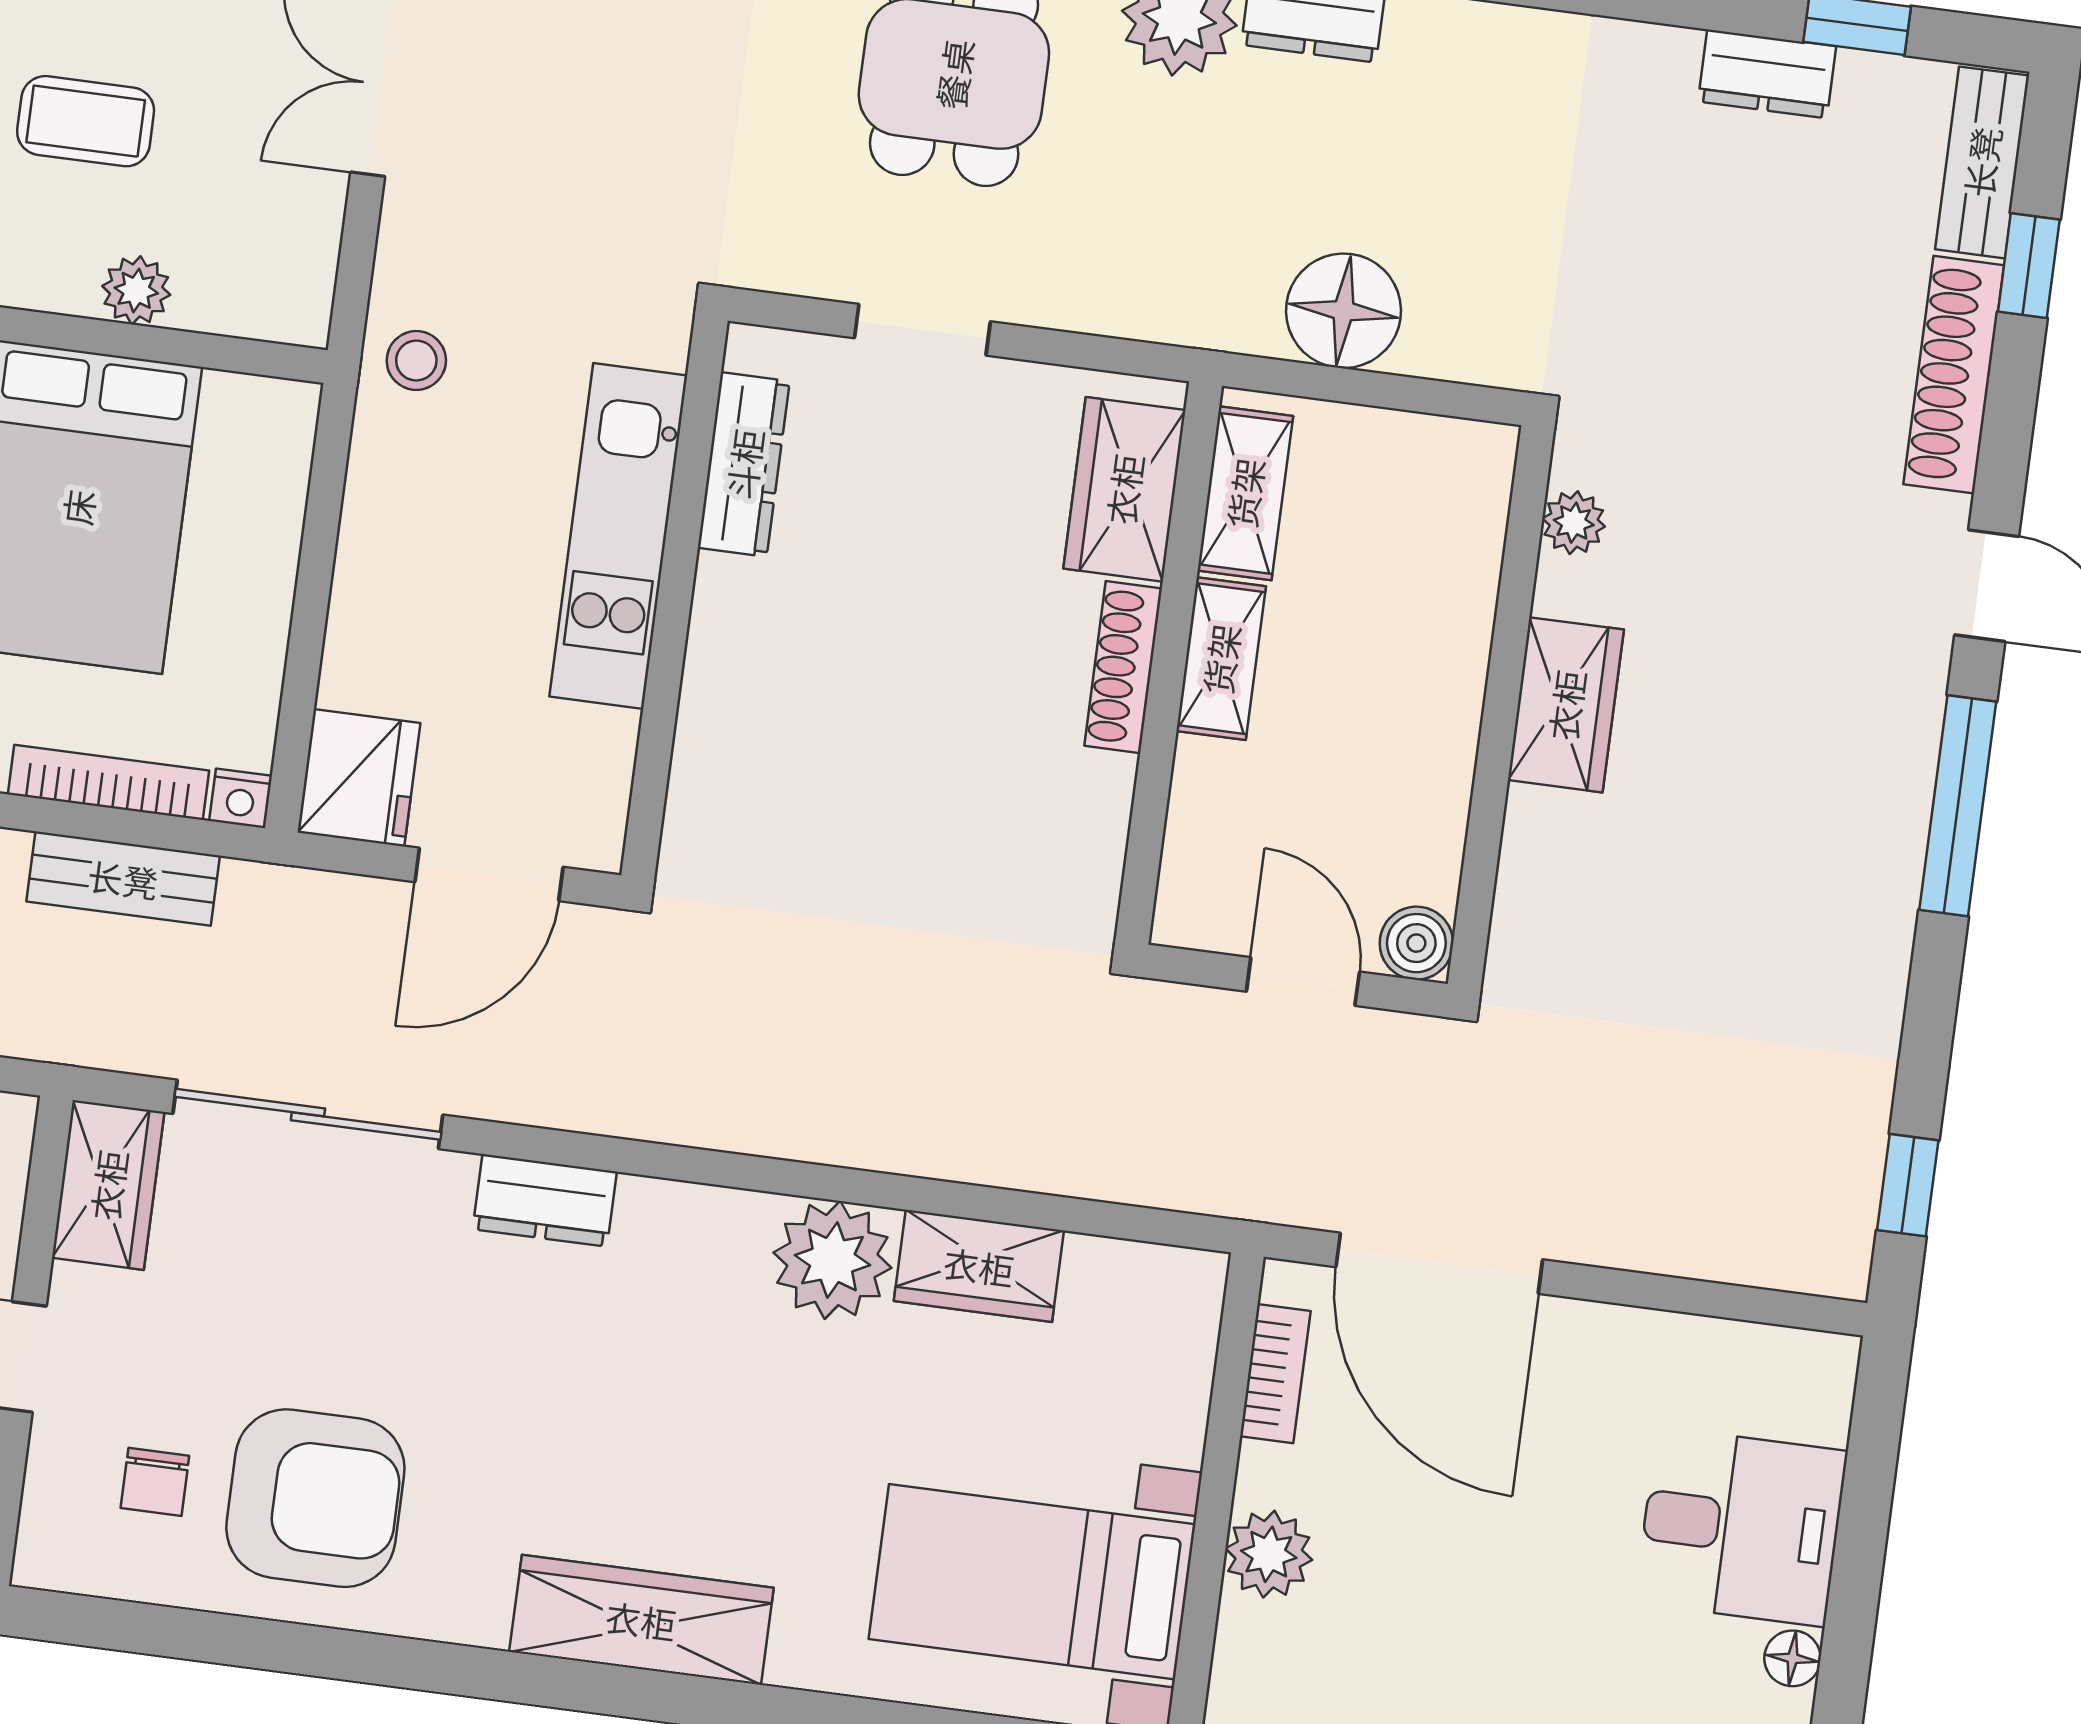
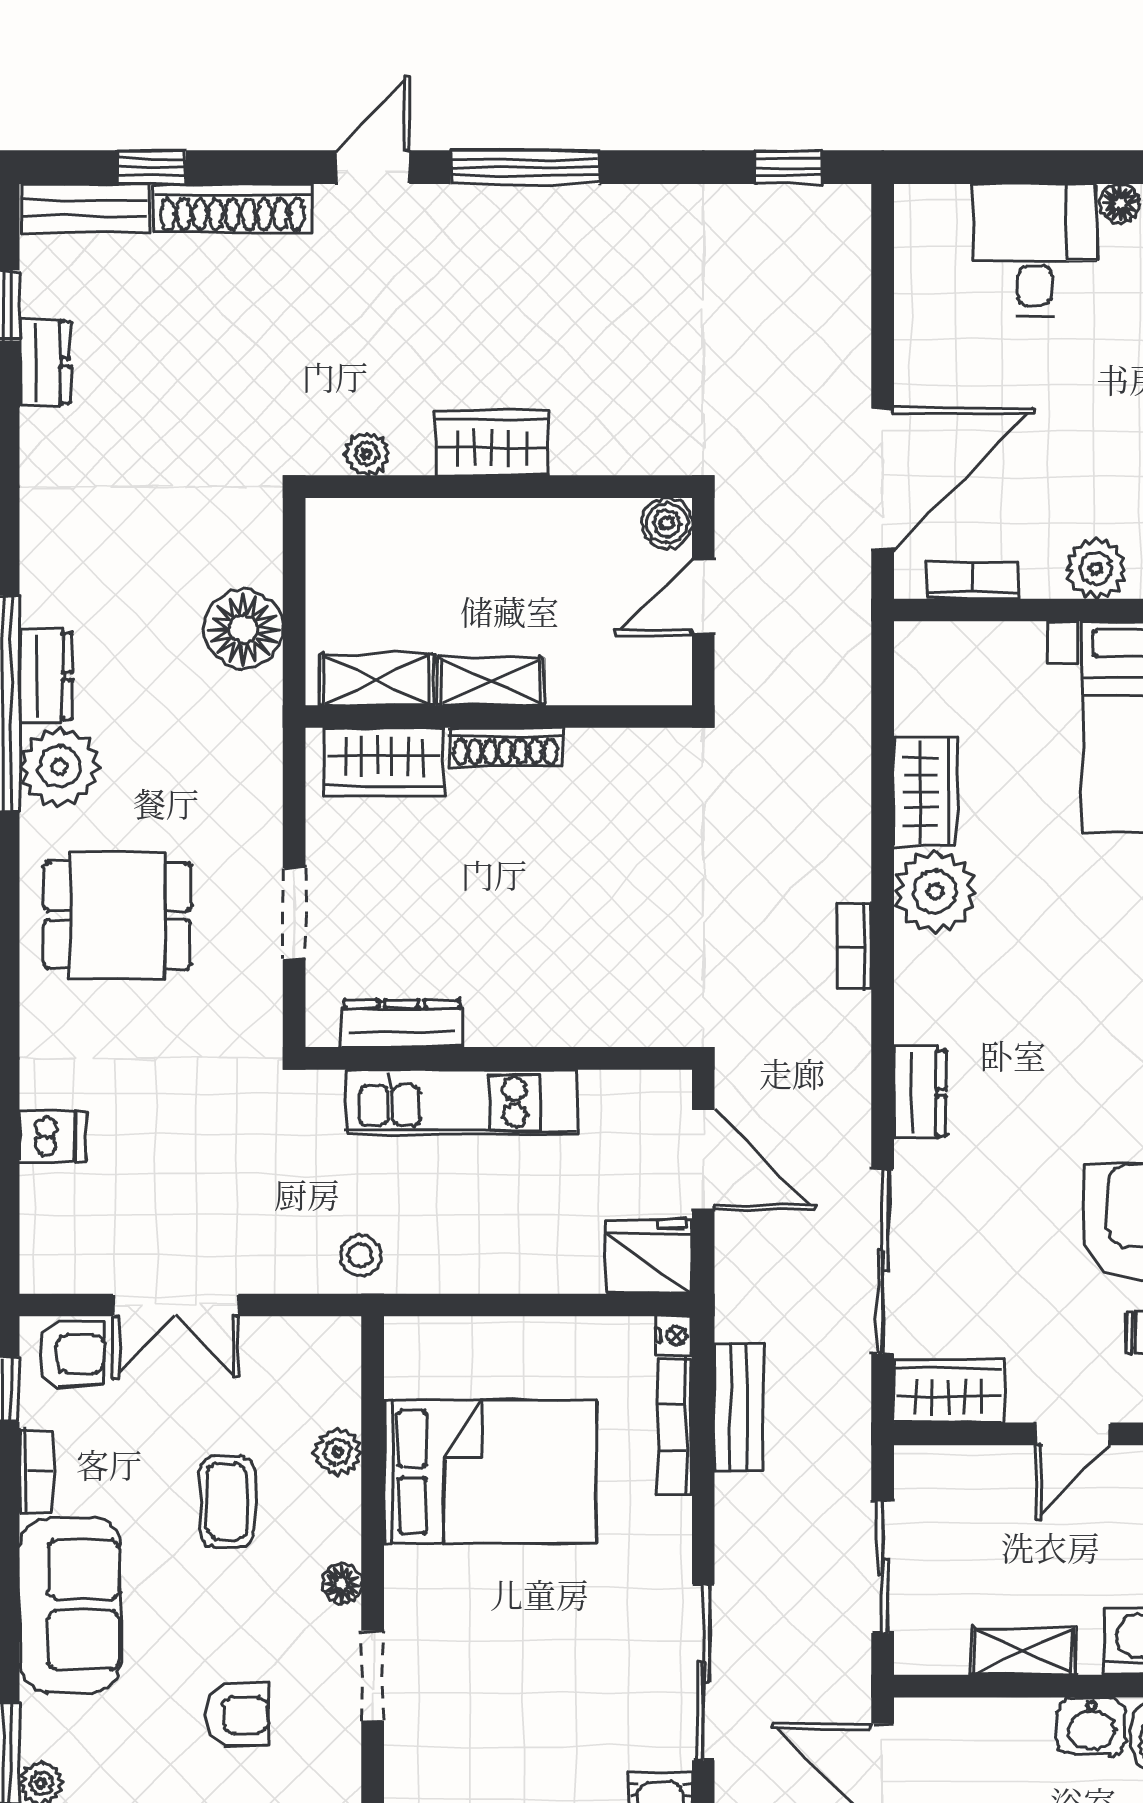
bookcase: (768, 1133) -> (854, 947), added

